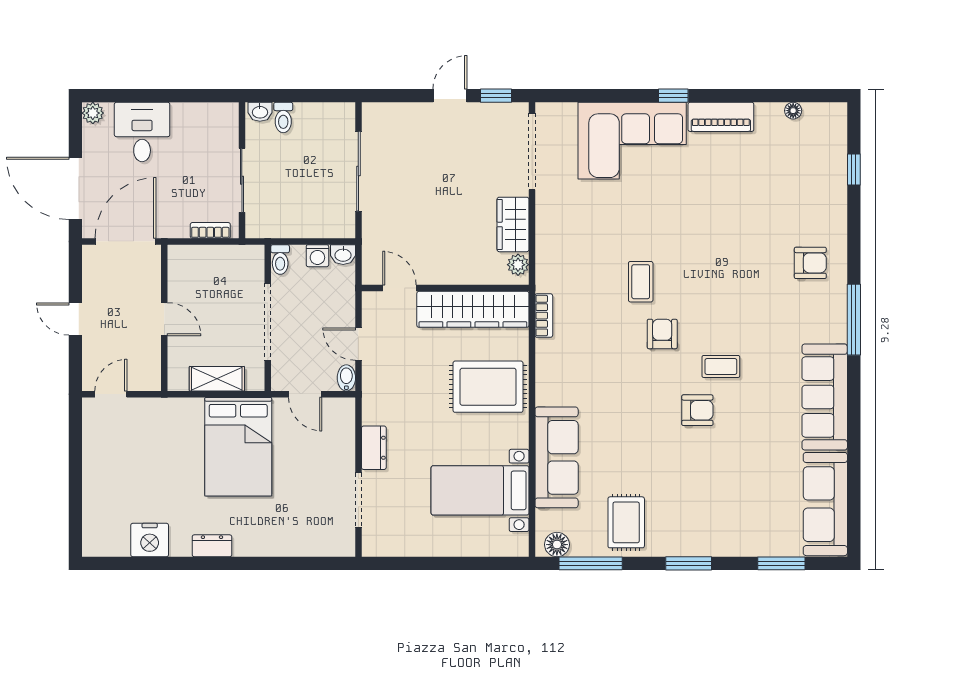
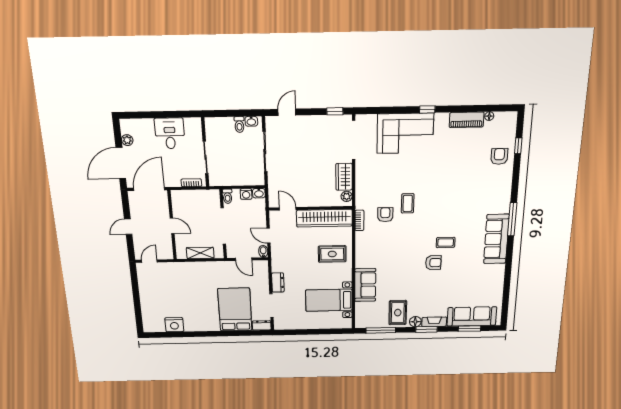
door: (450, 96) -> (287, 112), moved
washbasin: (260, 112) -> (251, 121), moved
plant: (93, 113) -> (127, 140), moved
piano: (721, 117) -> (467, 120), moved
toilet: (283, 118) -> (239, 125), moved
desk: (142, 132) -> (170, 133), moved
door: (75, 188) -> (121, 163), hinge flipped
armchair: (810, 263) -> (499, 156), moved, turned -90
door: (75, 319) -> (128, 227), hinge flipped
armchair: (662, 334) -> (385, 215), moved
rug: (488, 387) -> (332, 254), width x0.73, depth x0.70
sofa: (825, 397) -> (496, 239), moved
bed: (238, 447) -> (235, 310), moved, turned 180
sofa: (557, 457) -> (365, 285), width x0.73
sofa: (825, 504) -> (472, 316), moved, turned 90
floor lamp: (557, 545) -> (415, 322), moved
dresser: (212, 546) -> (262, 325), moved
fireplace: (705, 546) -> (434, 322), added

